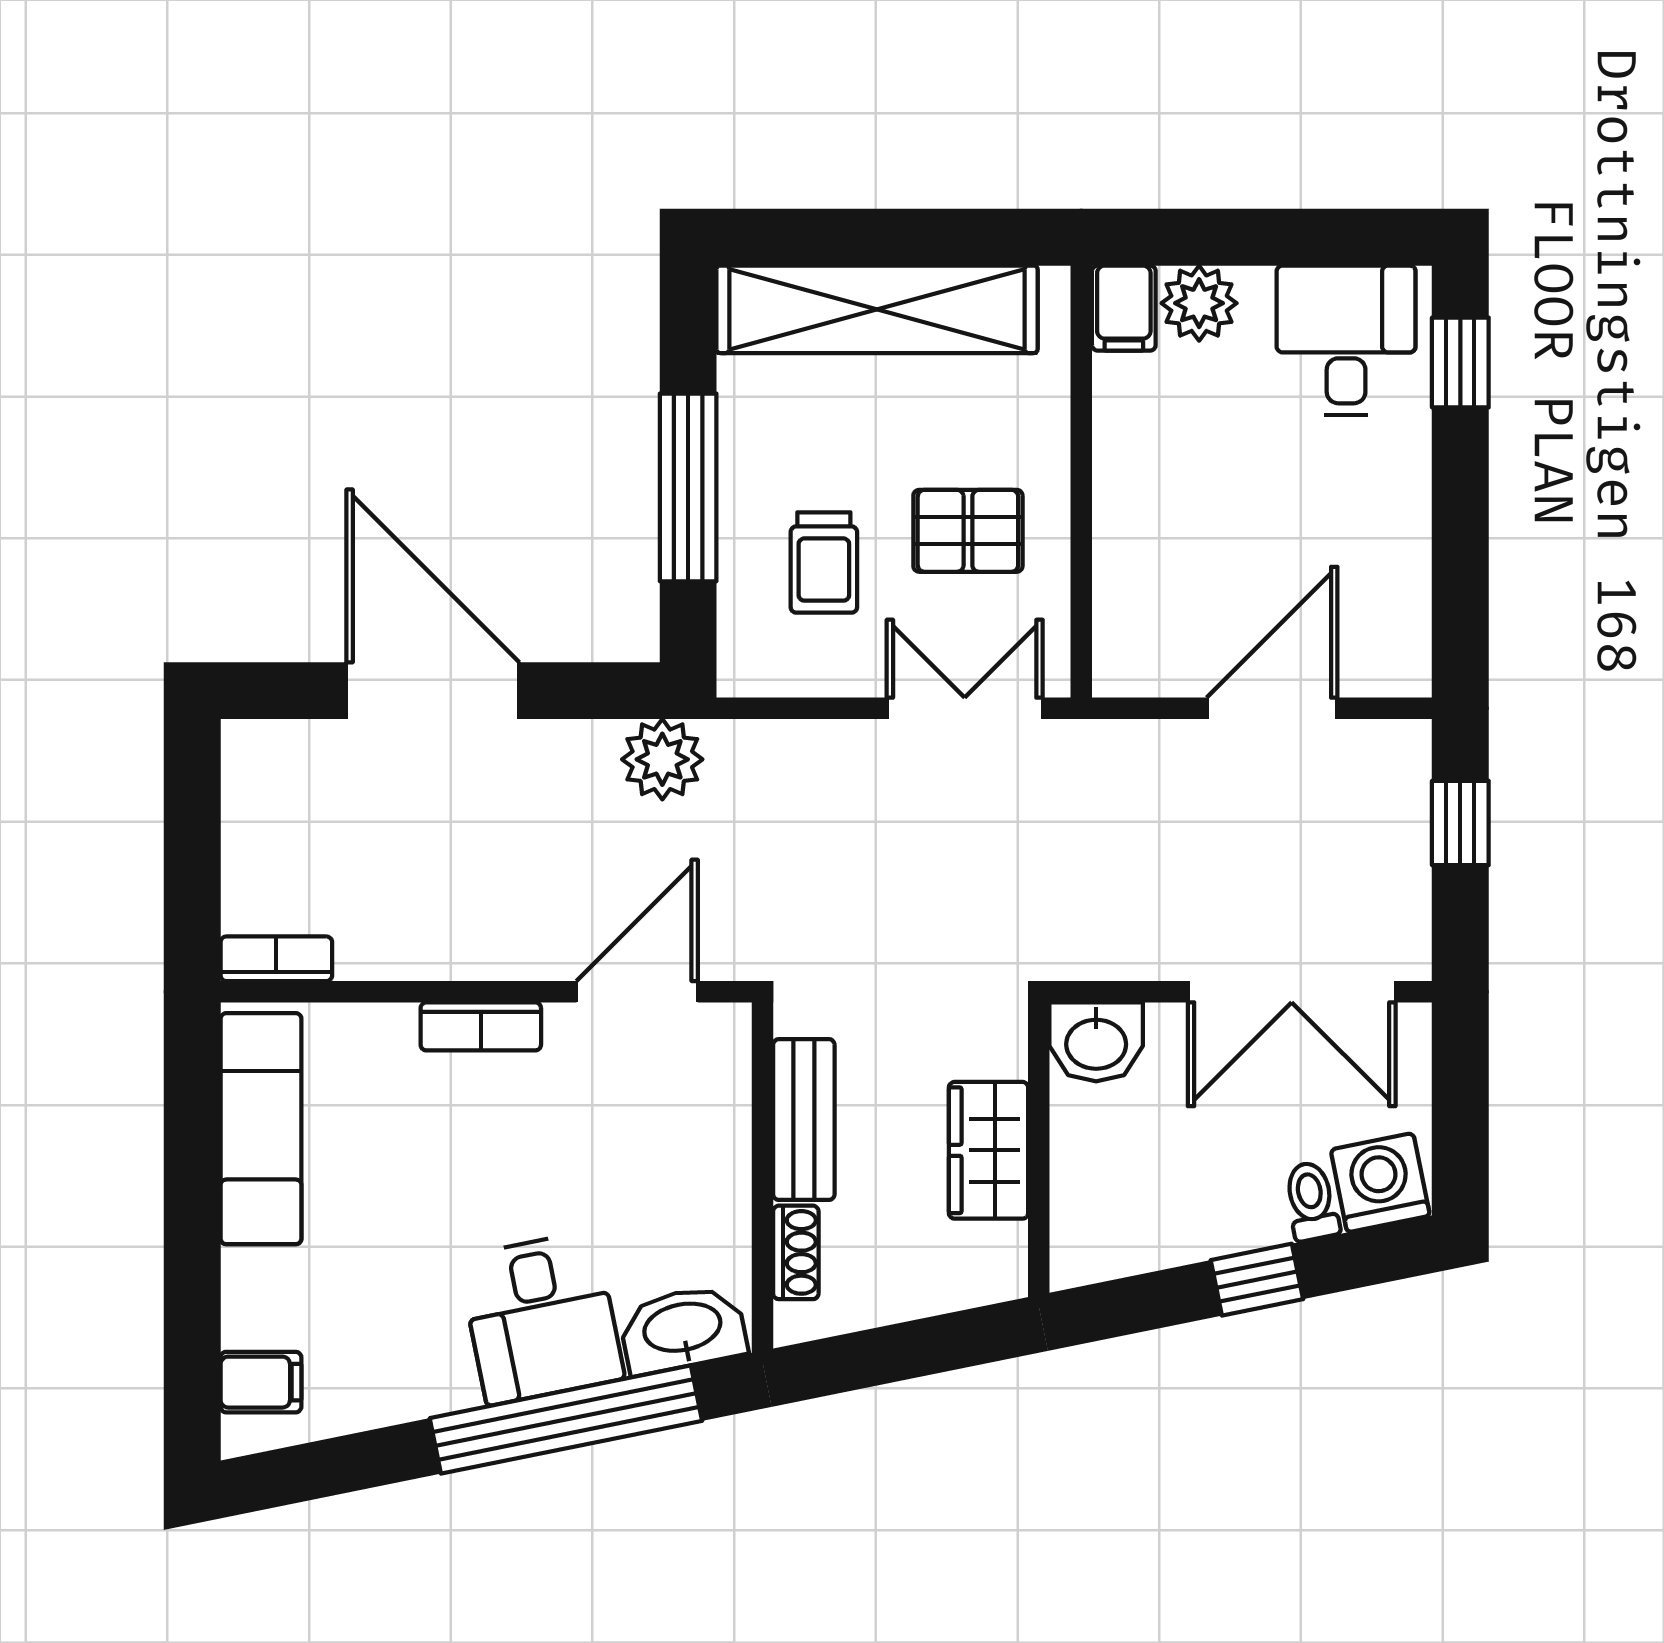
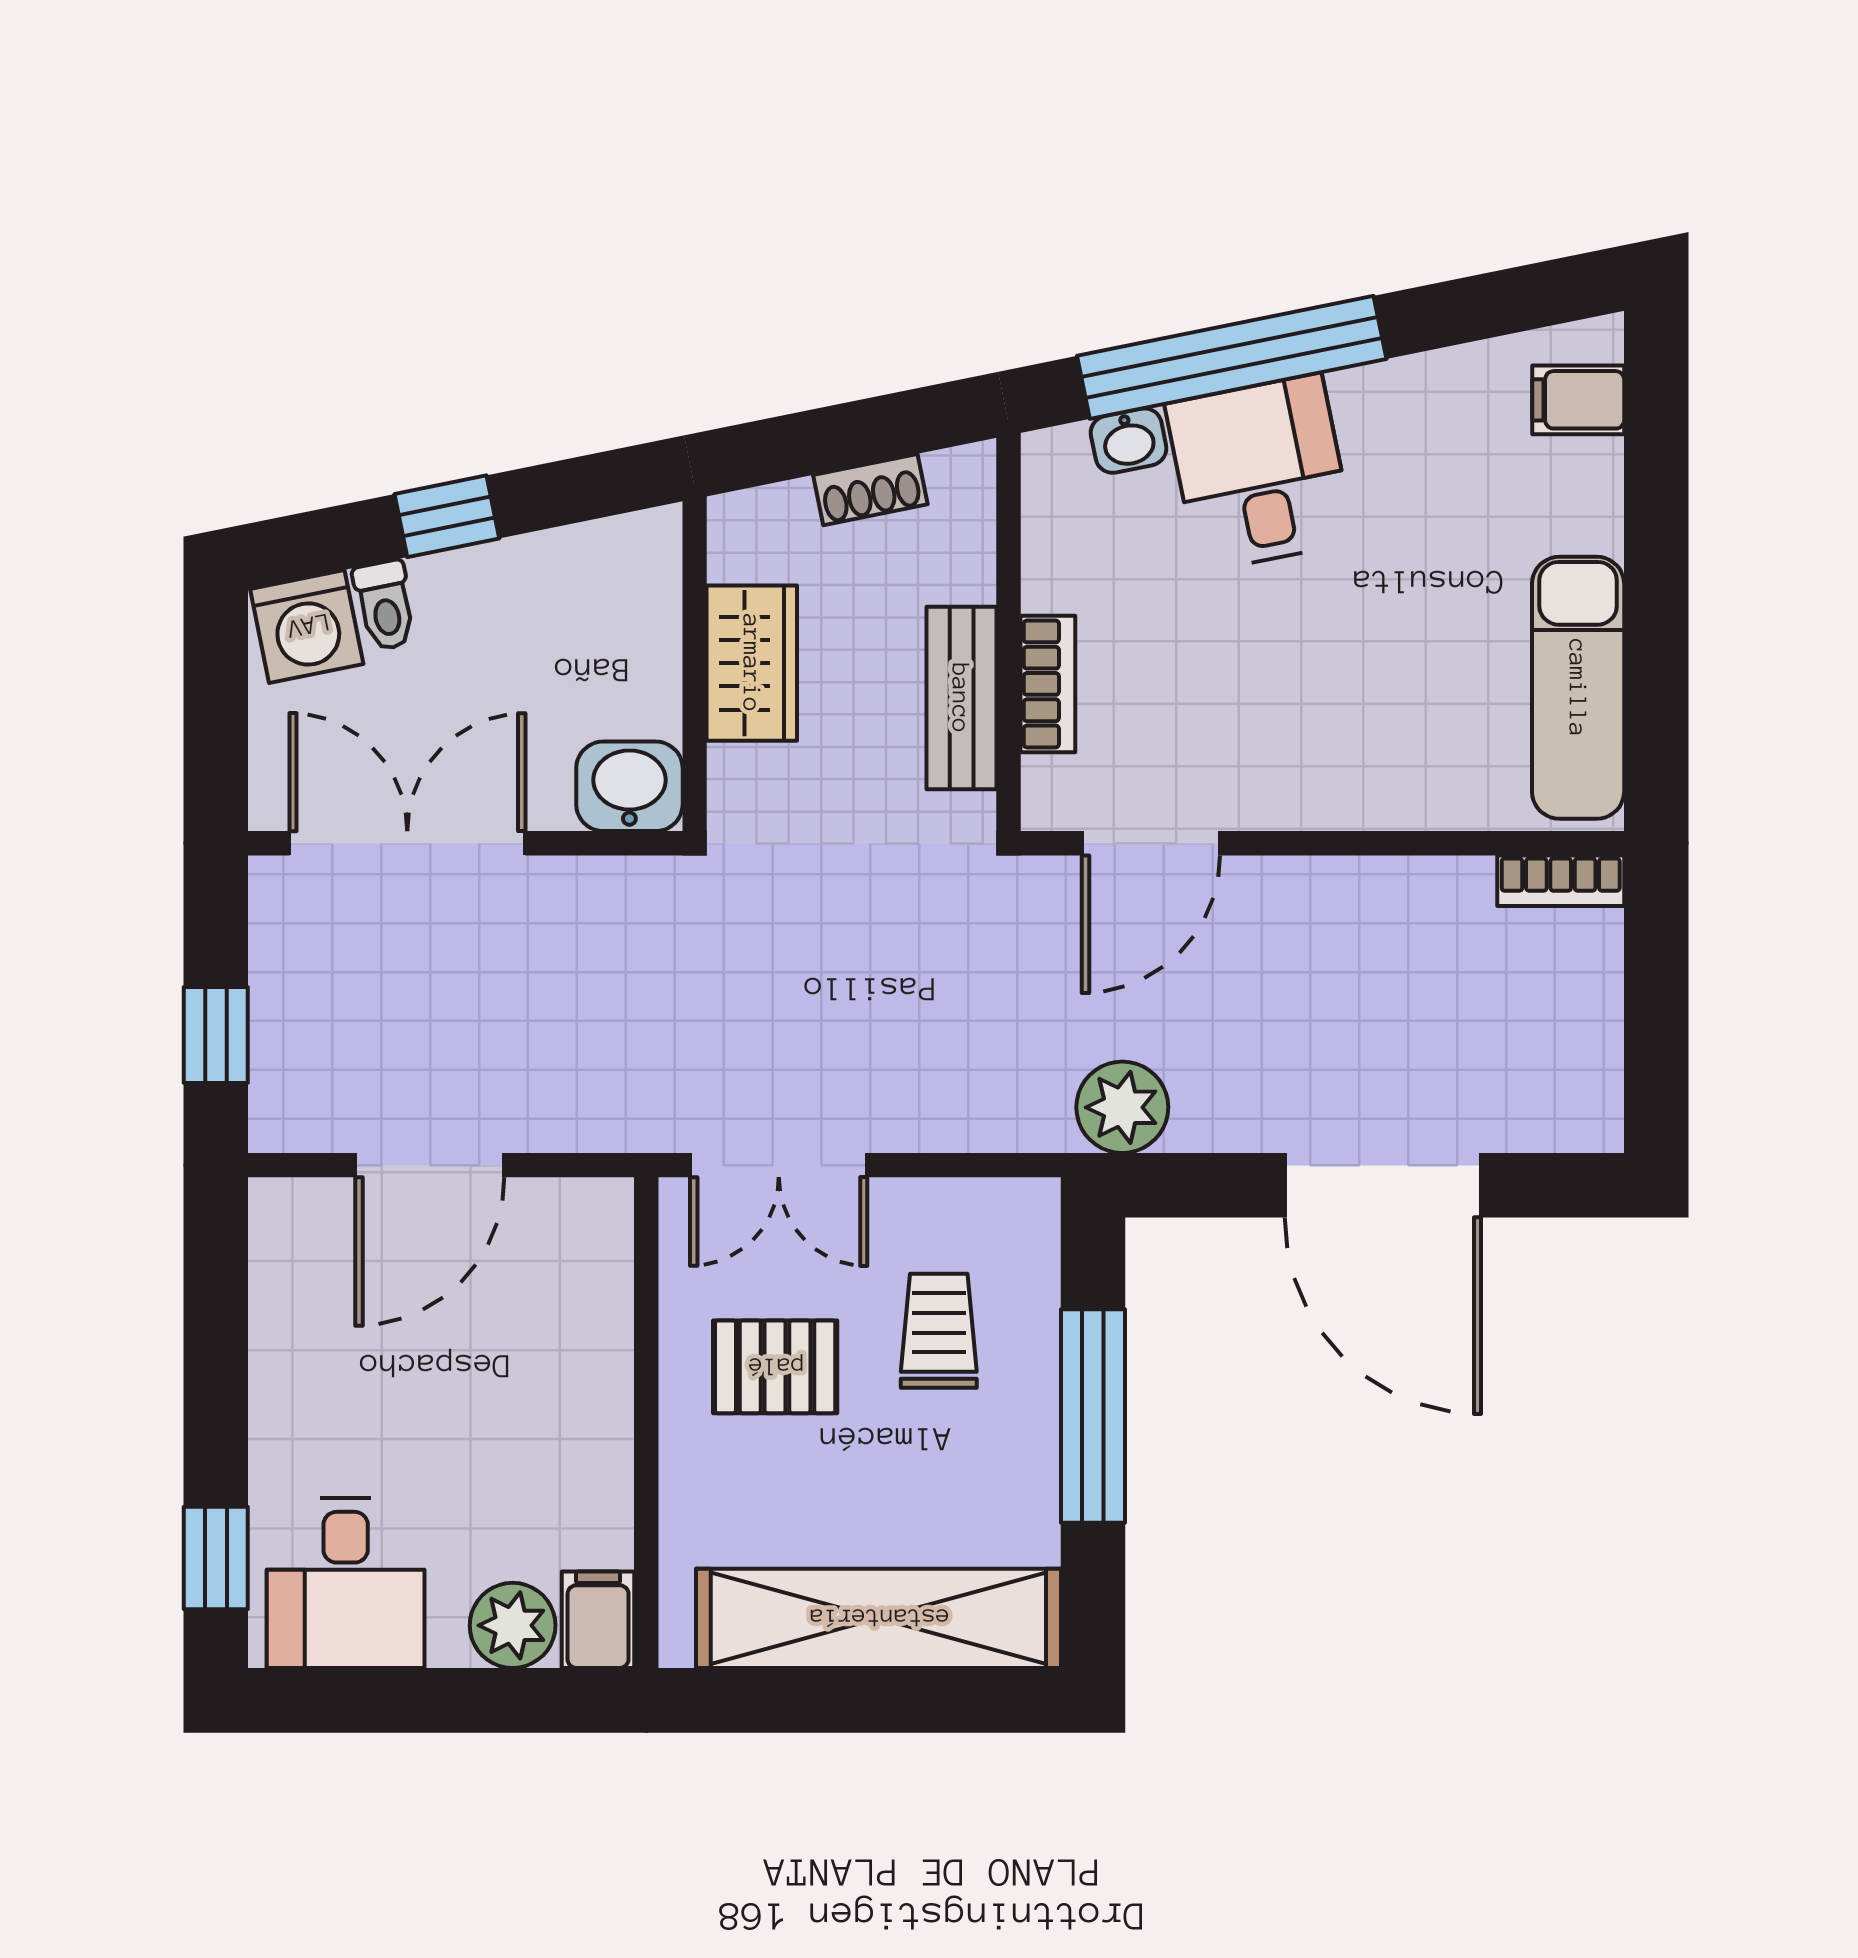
bookcase: (481, 1026) -> (1048, 684), moved, turned 90
shoe rack: (796, 1252) -> (870, 490), moved, turned -101
washbasin: (683, 1329) -> (1129, 441), width x0.52, depth x0.69

